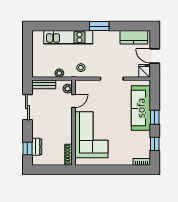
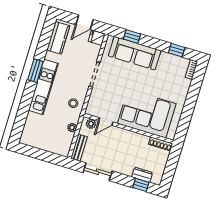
kitchen unit: (68, 37) -> (43, 87), moved
door: (73, 101) -> (106, 122), swing flipped
window: (155, 117) -> (132, 37), moved

